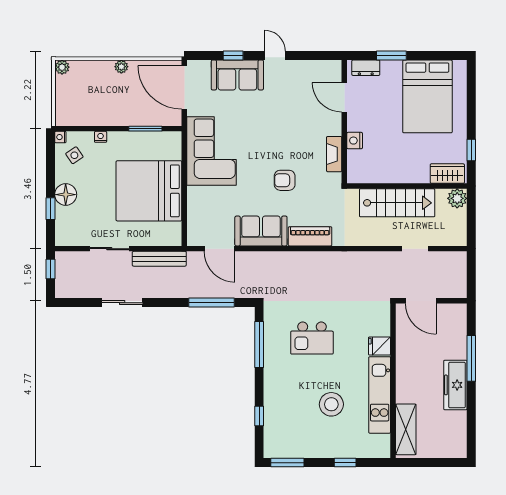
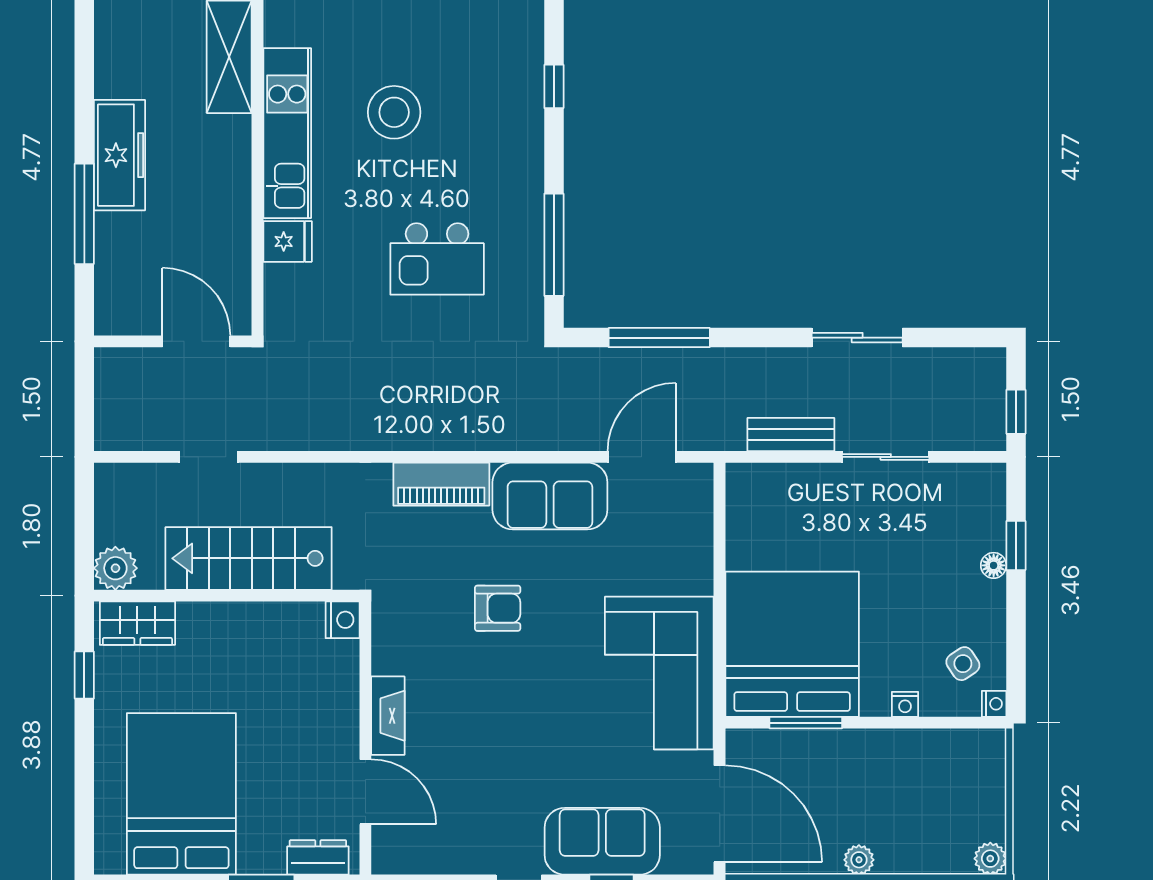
nightstand: (355, 141) -> (343, 620), moved
fireplace: (334, 154) -> (388, 716), moved
bed: (149, 191) -> (792, 644), moved, turned -90
floor lamp: (66, 195) -> (994, 565), width x0.53, depth x0.53
door: (219, 249) -> (642, 457), hinge flipped
bench: (159, 259) -> (791, 435), width x0.73
kitchen island: (312, 338) -> (437, 259), turned 180

